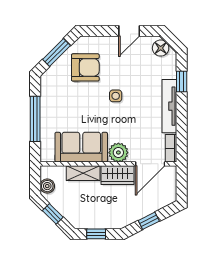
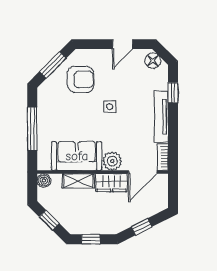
boiler: (47, 186) -> (44, 181), moved

